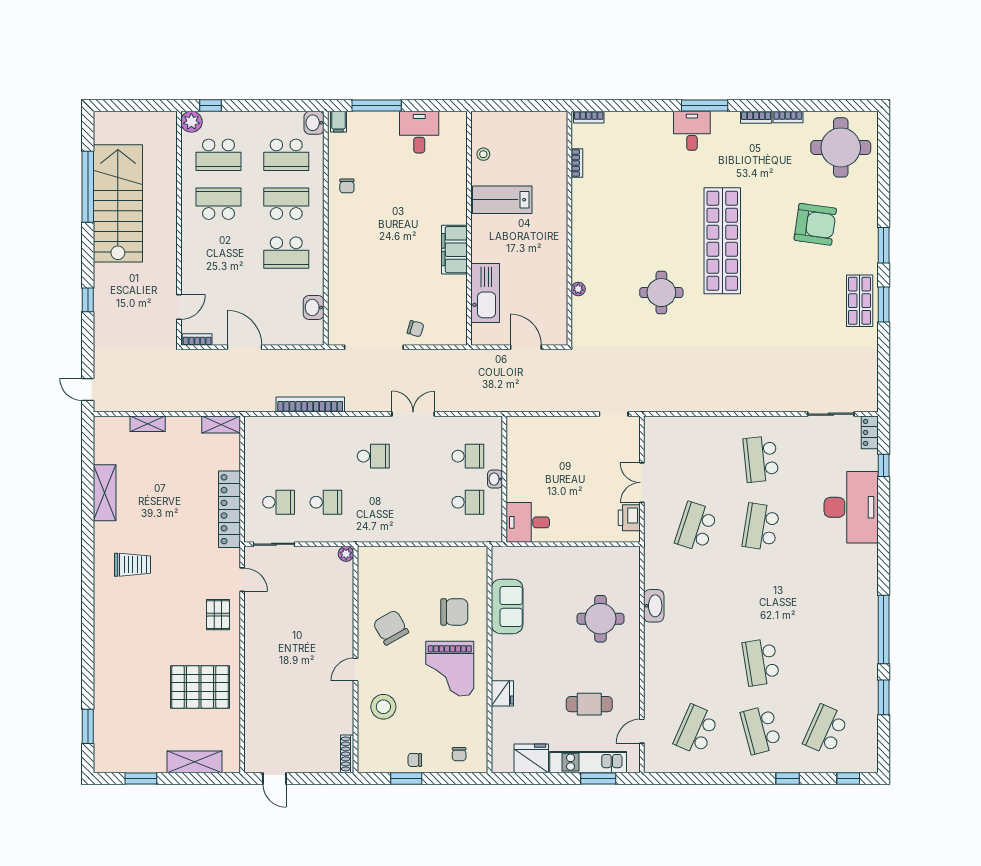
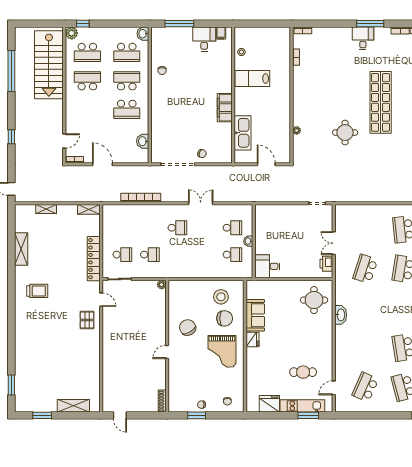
filing cabinet: (338, 122) -> (221, 33), moved
stairs: (118, 203) -> (49, 65), moved, turned 180
round table: (600, 619) -> (314, 300), moved
pallet: (200, 687) -> (77, 362), removed
fridge: (502, 693) -> (253, 339), moved
stool: (383, 707) -> (221, 297), moved

